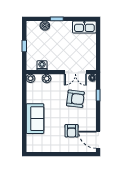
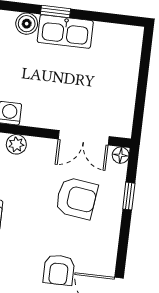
kitchen sink: (84, 27) -> (65, 32), moved

